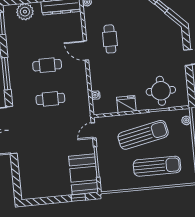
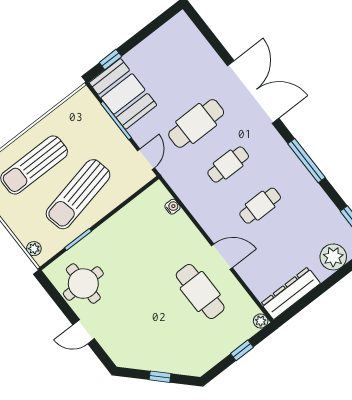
cafe table: (110, 39) -> (200, 291), width x1.37, depth x1.35
round table: (161, 91) -> (83, 284), moved
fridge: (126, 104) -> (125, 220), removed
cafe table: (54, 133) -> (196, 123), added

